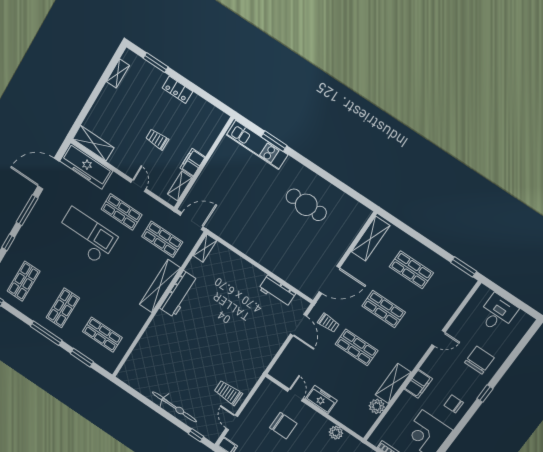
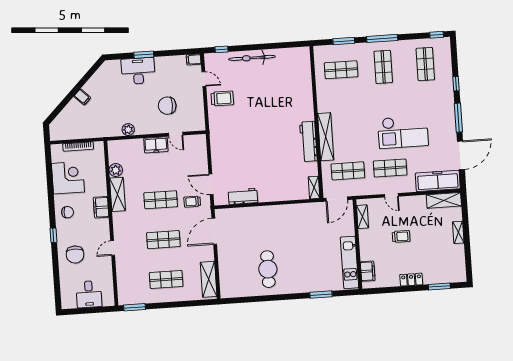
shelving: (118, 74) -> (458, 232), moved
kitchen unit: (257, 145) -> (349, 262), moved, turned -90
filing cabinet: (193, 163) -> (368, 271), moved
cafe table: (306, 205) -> (268, 269), turned 90

